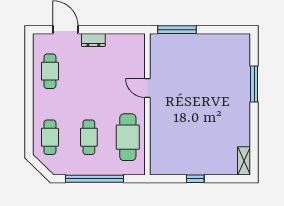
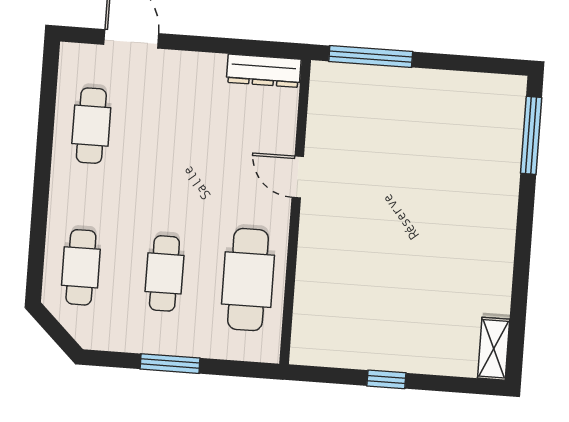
dresser: (93, 40) -> (264, 71), moved, width x1.44
window: (254, 84) -> (531, 135), moved
window: (94, 179) -> (170, 364), width x0.47

